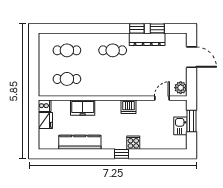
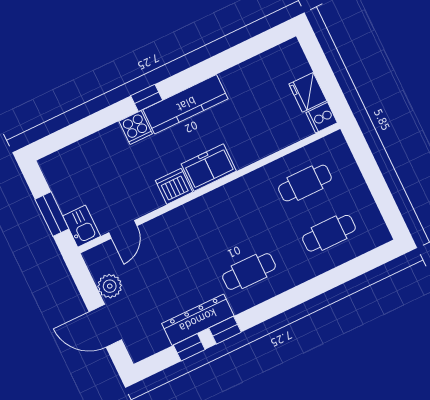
plant: (181, 88) -> (110, 286), moved
freezer: (83, 108) -> (209, 168), moved
kitchen sink: (180, 126) -> (82, 226), moved
kitchen counter: (80, 142) -> (186, 104), moved

